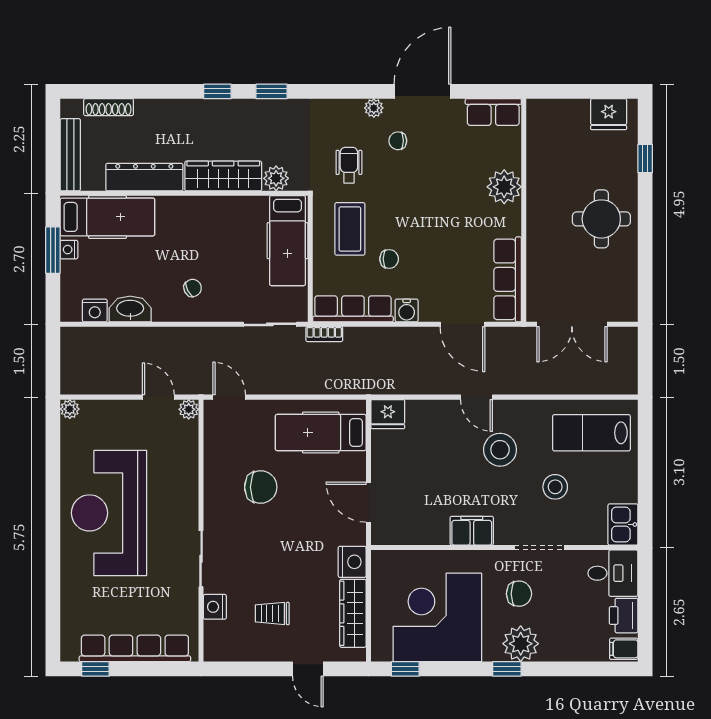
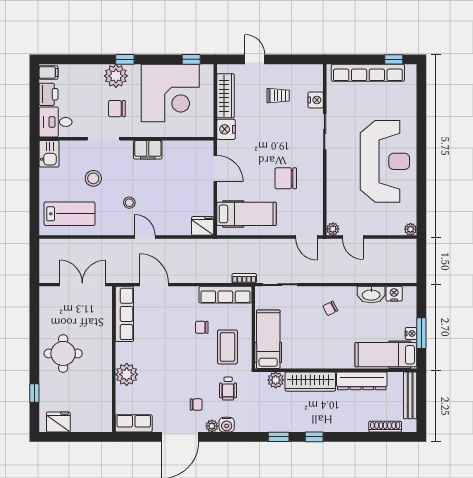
water cooler: (407, 310) -> (227, 425), moved, turned 180
stool: (500, 450) -> (129, 203), width x0.53, depth x0.53

